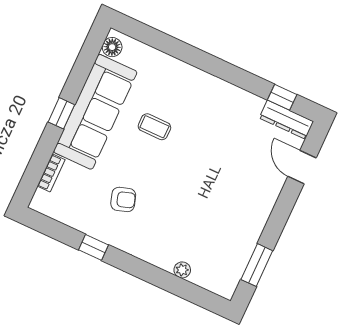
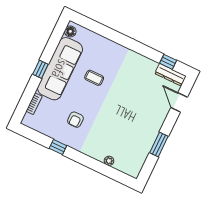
armchair: (123, 199) -> (75, 120), turned 108
window: (257, 265) -> (159, 145), moved

